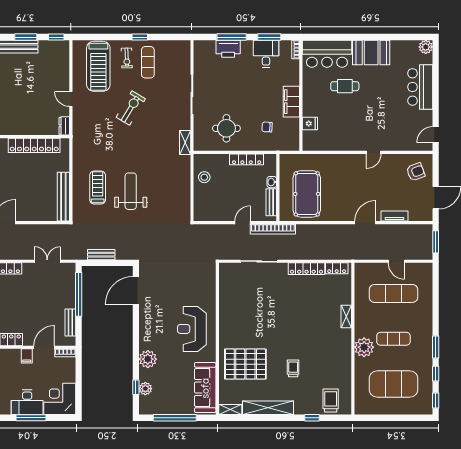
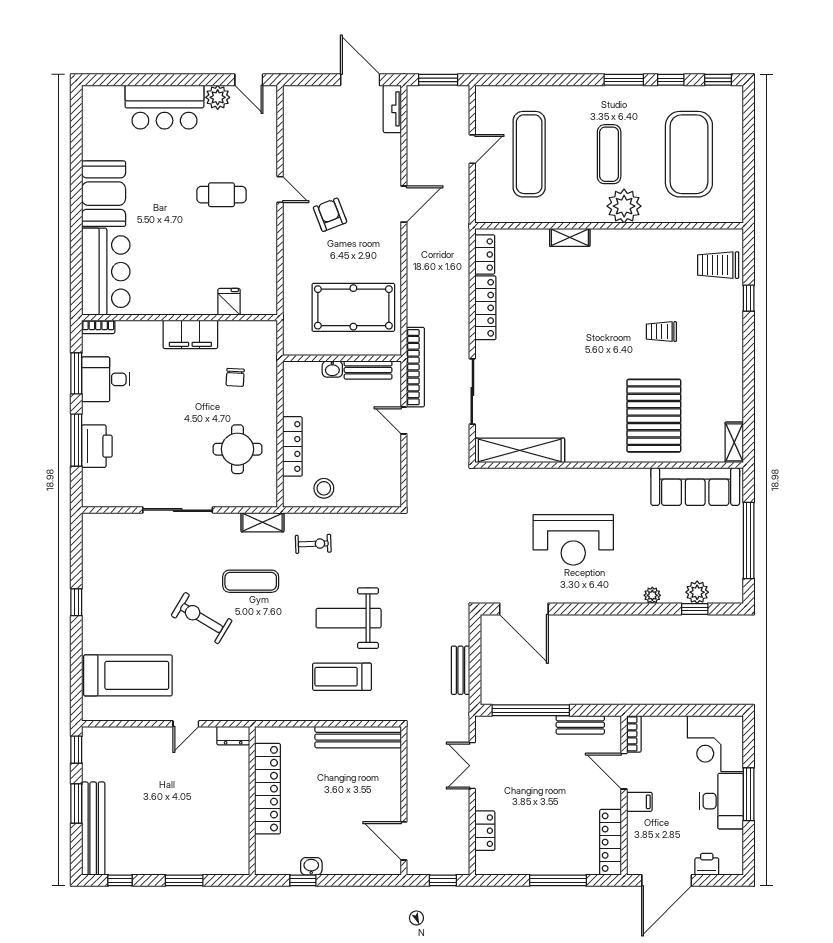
plant: (426, 47) -> (218, 97), moved
exercise bike: (127, 58) -> (313, 544), moved
exercise mat: (148, 62) -> (251, 581), moved
cafe table: (345, 86) -> (221, 195), moved, turned 90
locker: (247, 159) -> (292, 446), moved
armchair: (416, 172) -> (330, 215), moved
tv unit: (395, 216) -> (392, 109), moved
door: (365, 223) -> (404, 204), swing flipped
reception desk: (192, 329) -> (573, 540), moved
plant: (148, 359) -> (652, 595), width x0.53, depth x0.53
shelving: (268, 408) -> (520, 450), moved, turned 90

